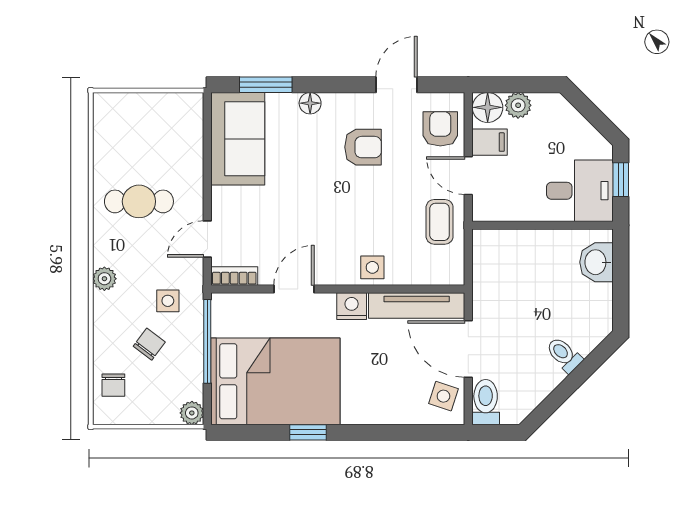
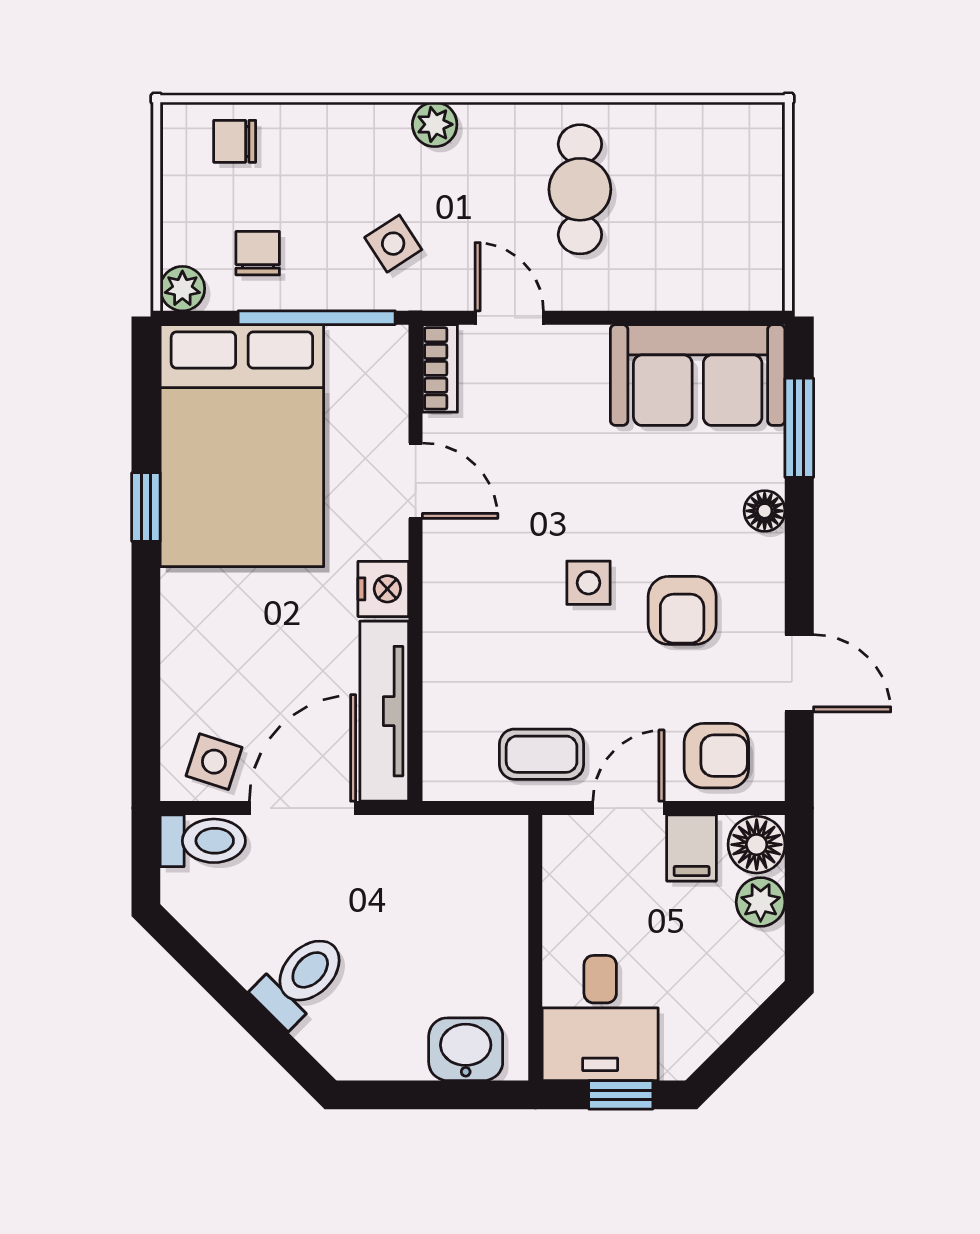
side table: (372, 267) -> (588, 583), moved
side table: (168, 301) -> (393, 244), turned -33
chair: (149, 344) -> (258, 253), moved, turned -127
toilet: (564, 355) -> (301, 979), width x1.37, depth x1.39

